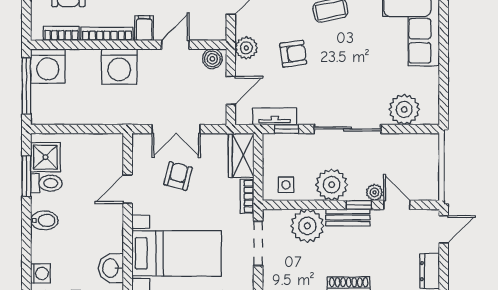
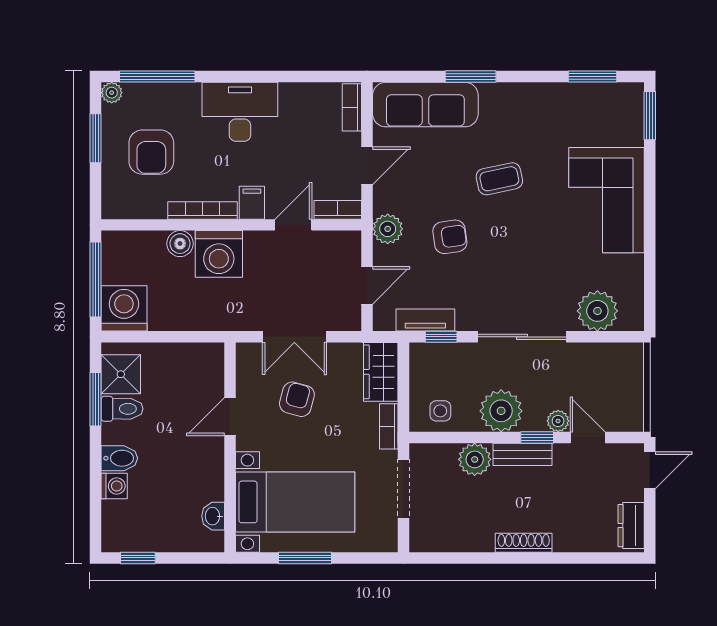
bookcase: (61, 33) -> (338, 210), moved
boiler: (212, 59) -> (180, 244), moved
washing machine: (48, 66) -> (124, 308), moved, turned 180
plant: (307, 226) -> (475, 459), width x0.73, depth x0.73
washbasin: (111, 268) -> (213, 516), width x0.72, depth x0.69
washing machine: (40, 274) -> (114, 486), moved

